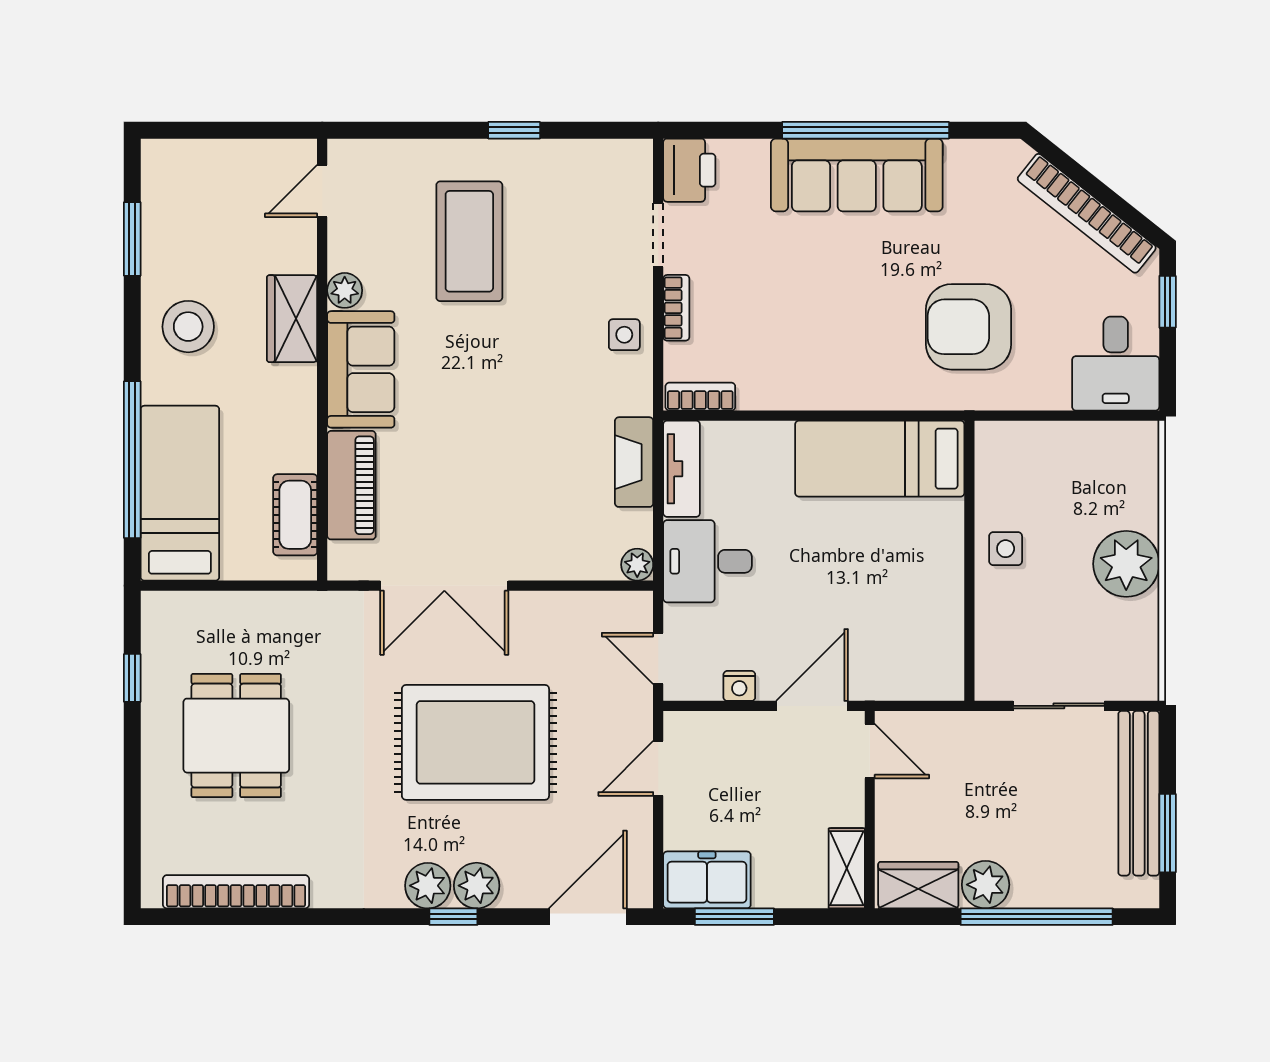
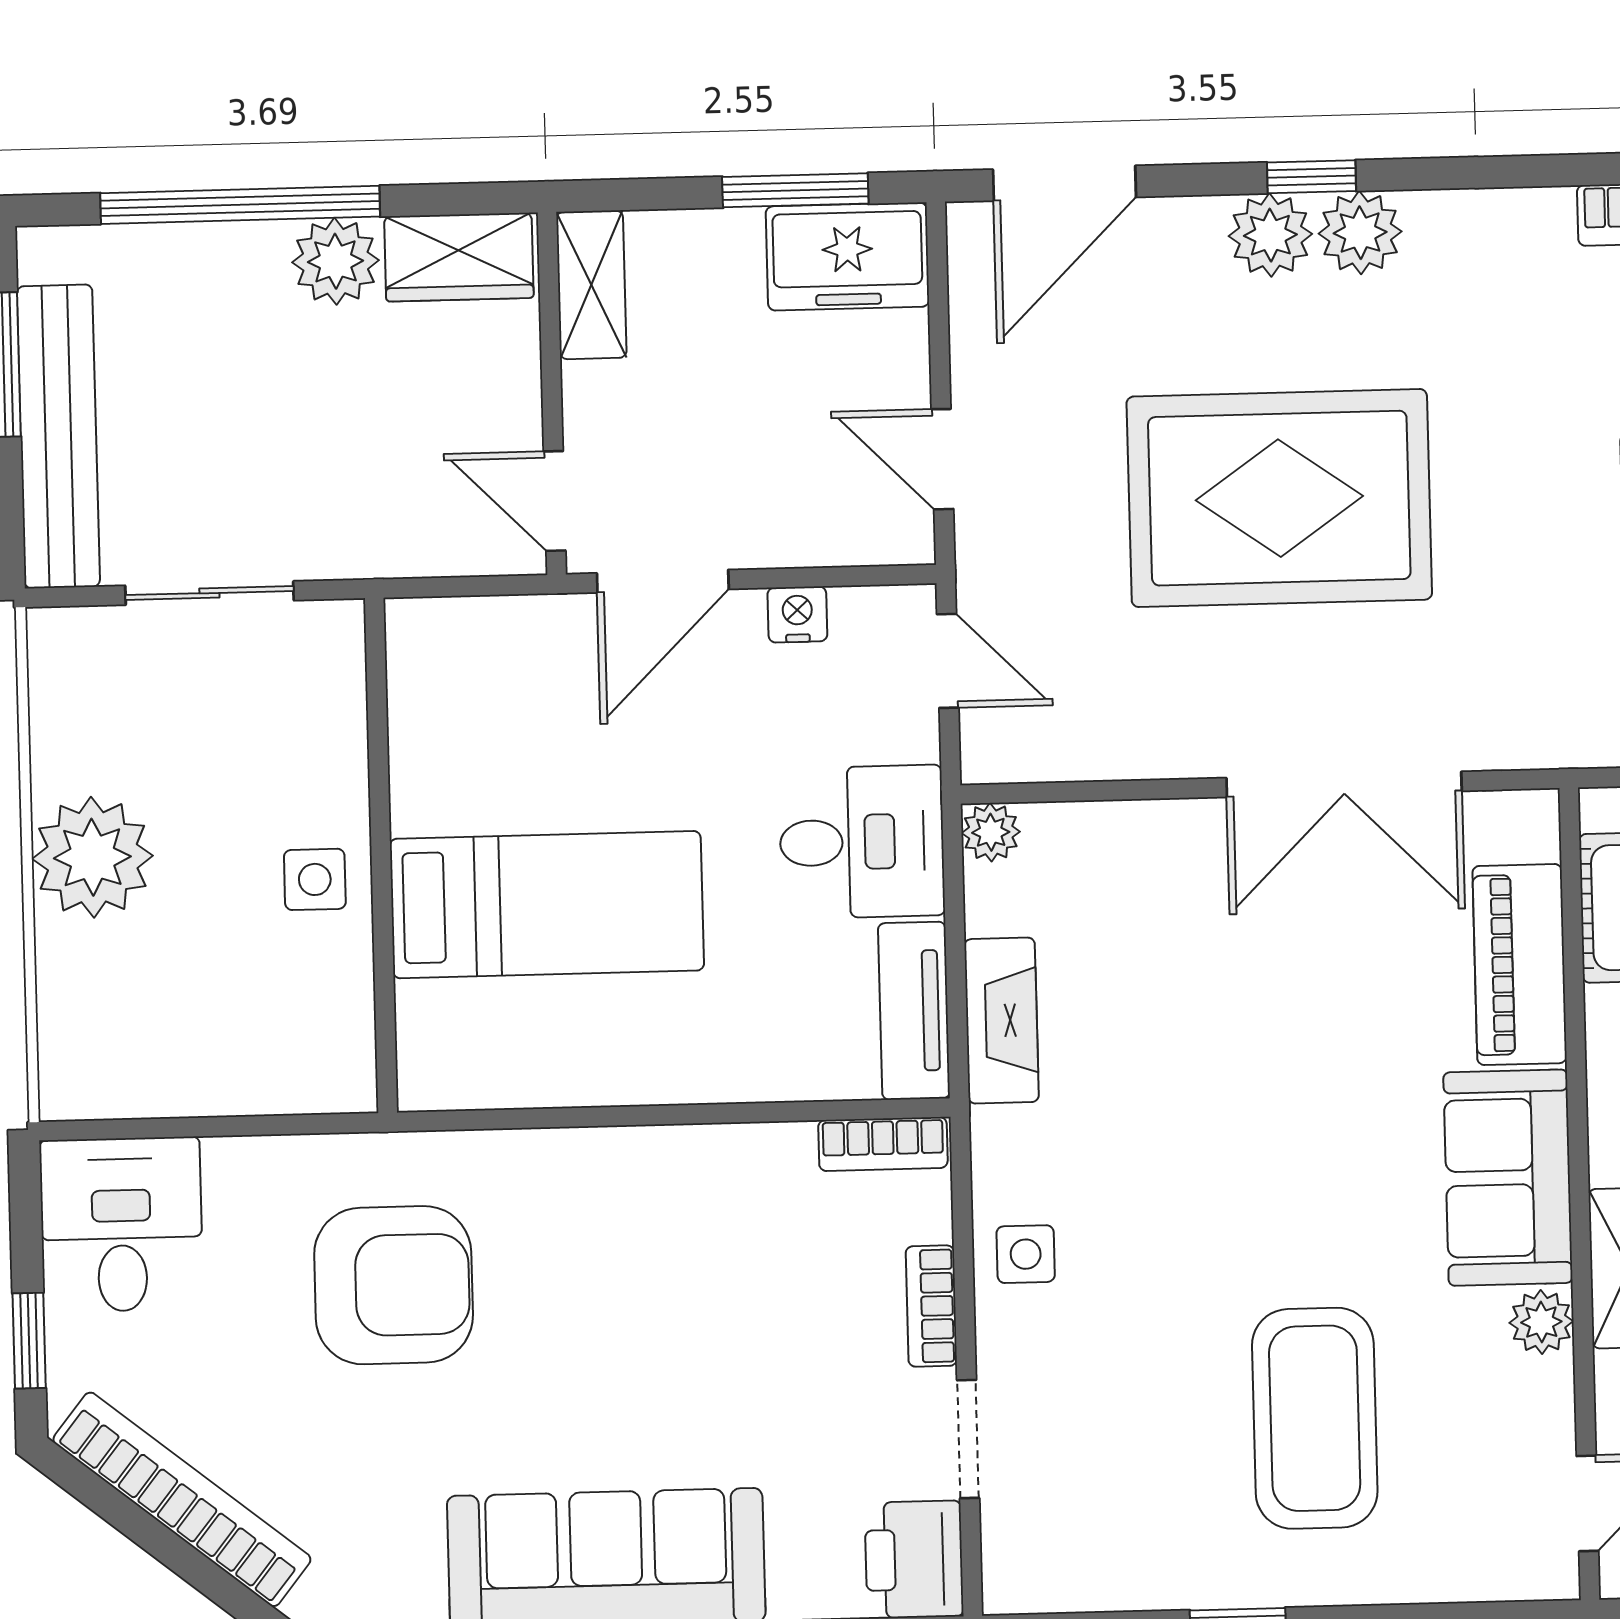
bed: (880, 459) -> (547, 905), moved
double door: (444, 586) -> (1344, 784), swing flipped
door: (658, 768) -> (942, 459), swing flipped

